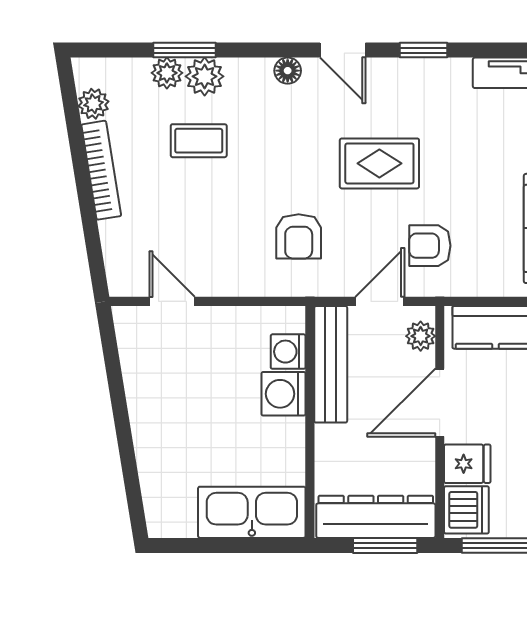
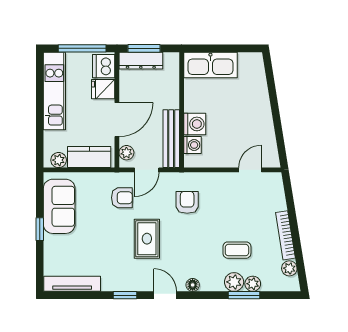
rug: (379, 163) -> (147, 239), turned 90
door: (172, 301) -> (250, 170), swing flipped
dresser: (376, 517) -> (141, 61), width x0.73, depth x0.80

